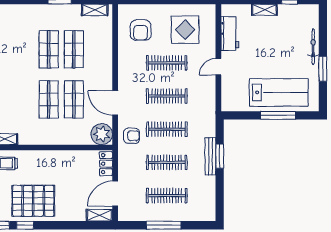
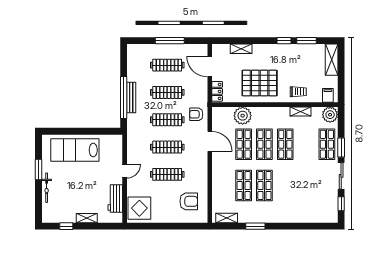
armchair: (141, 30) -> (189, 201), turned 90
display table: (185, 30) -> (139, 208), moved
shop shelf: (23, 99) -> (285, 144), added
window: (278, 115) -> (76, 131), removed
plant: (102, 134) -> (243, 116), moved
window: (220, 156) -> (124, 97), width x2.11
door: (115, 194) -> (210, 67), swing flipped
pallet: (33, 201) -> (260, 83), moved
shelving: (99, 215) -> (241, 49), moved

